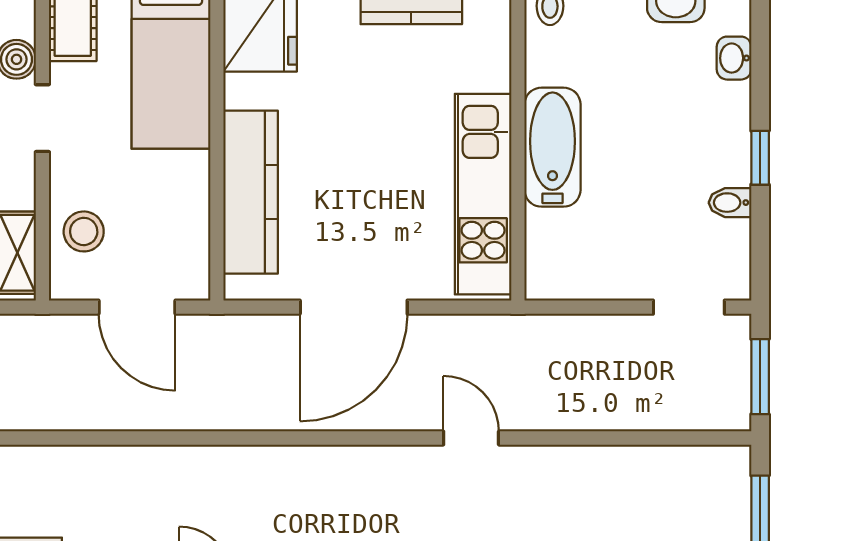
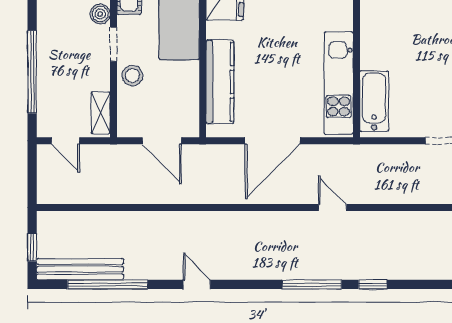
bathtub: (553, 147) -> (374, 101), moved
stool: (84, 231) -> (132, 76), moved

